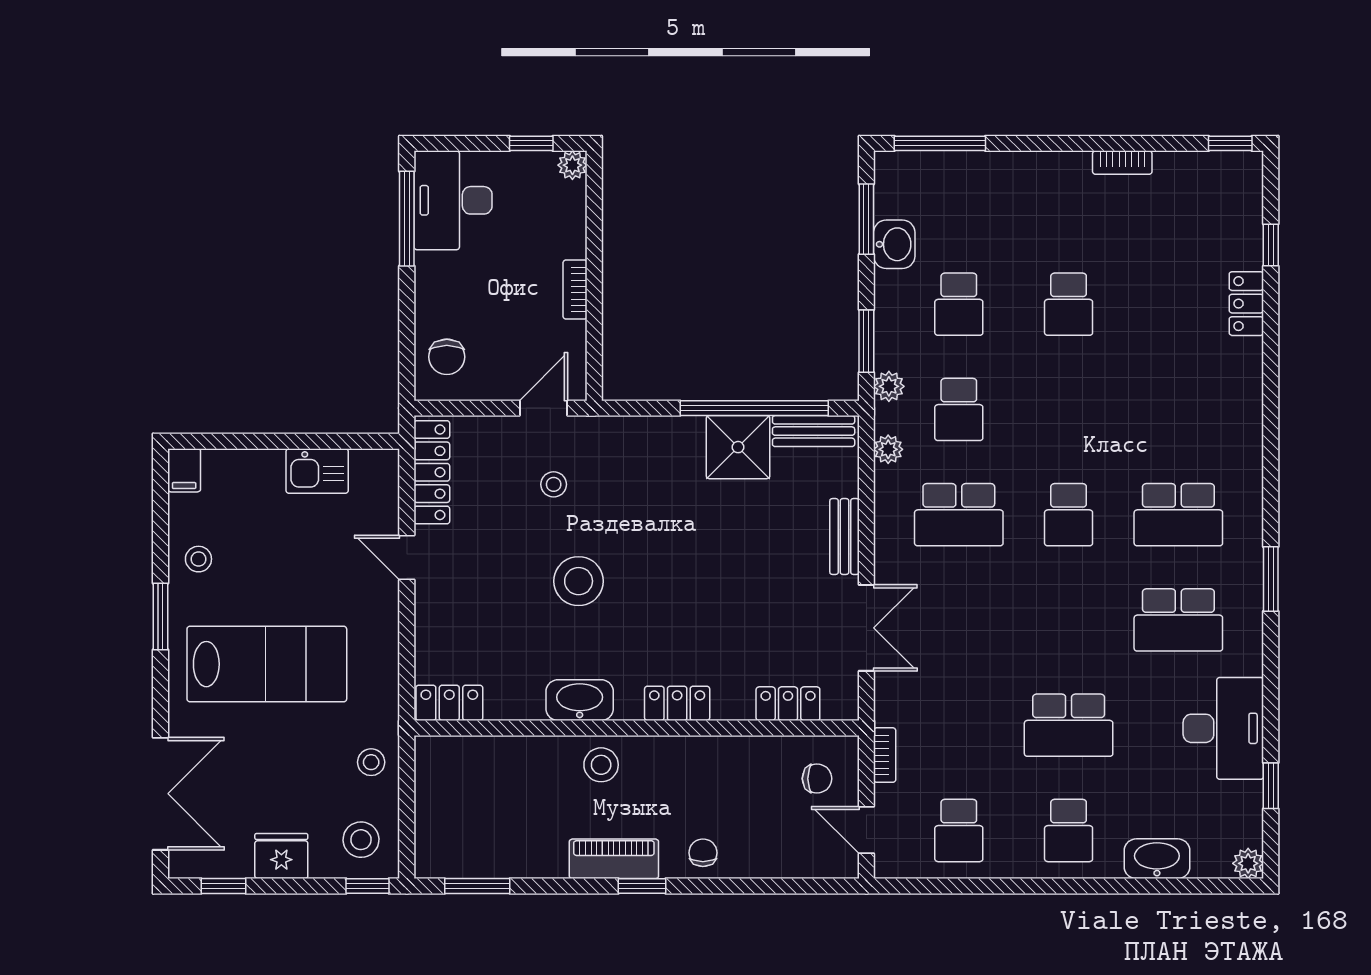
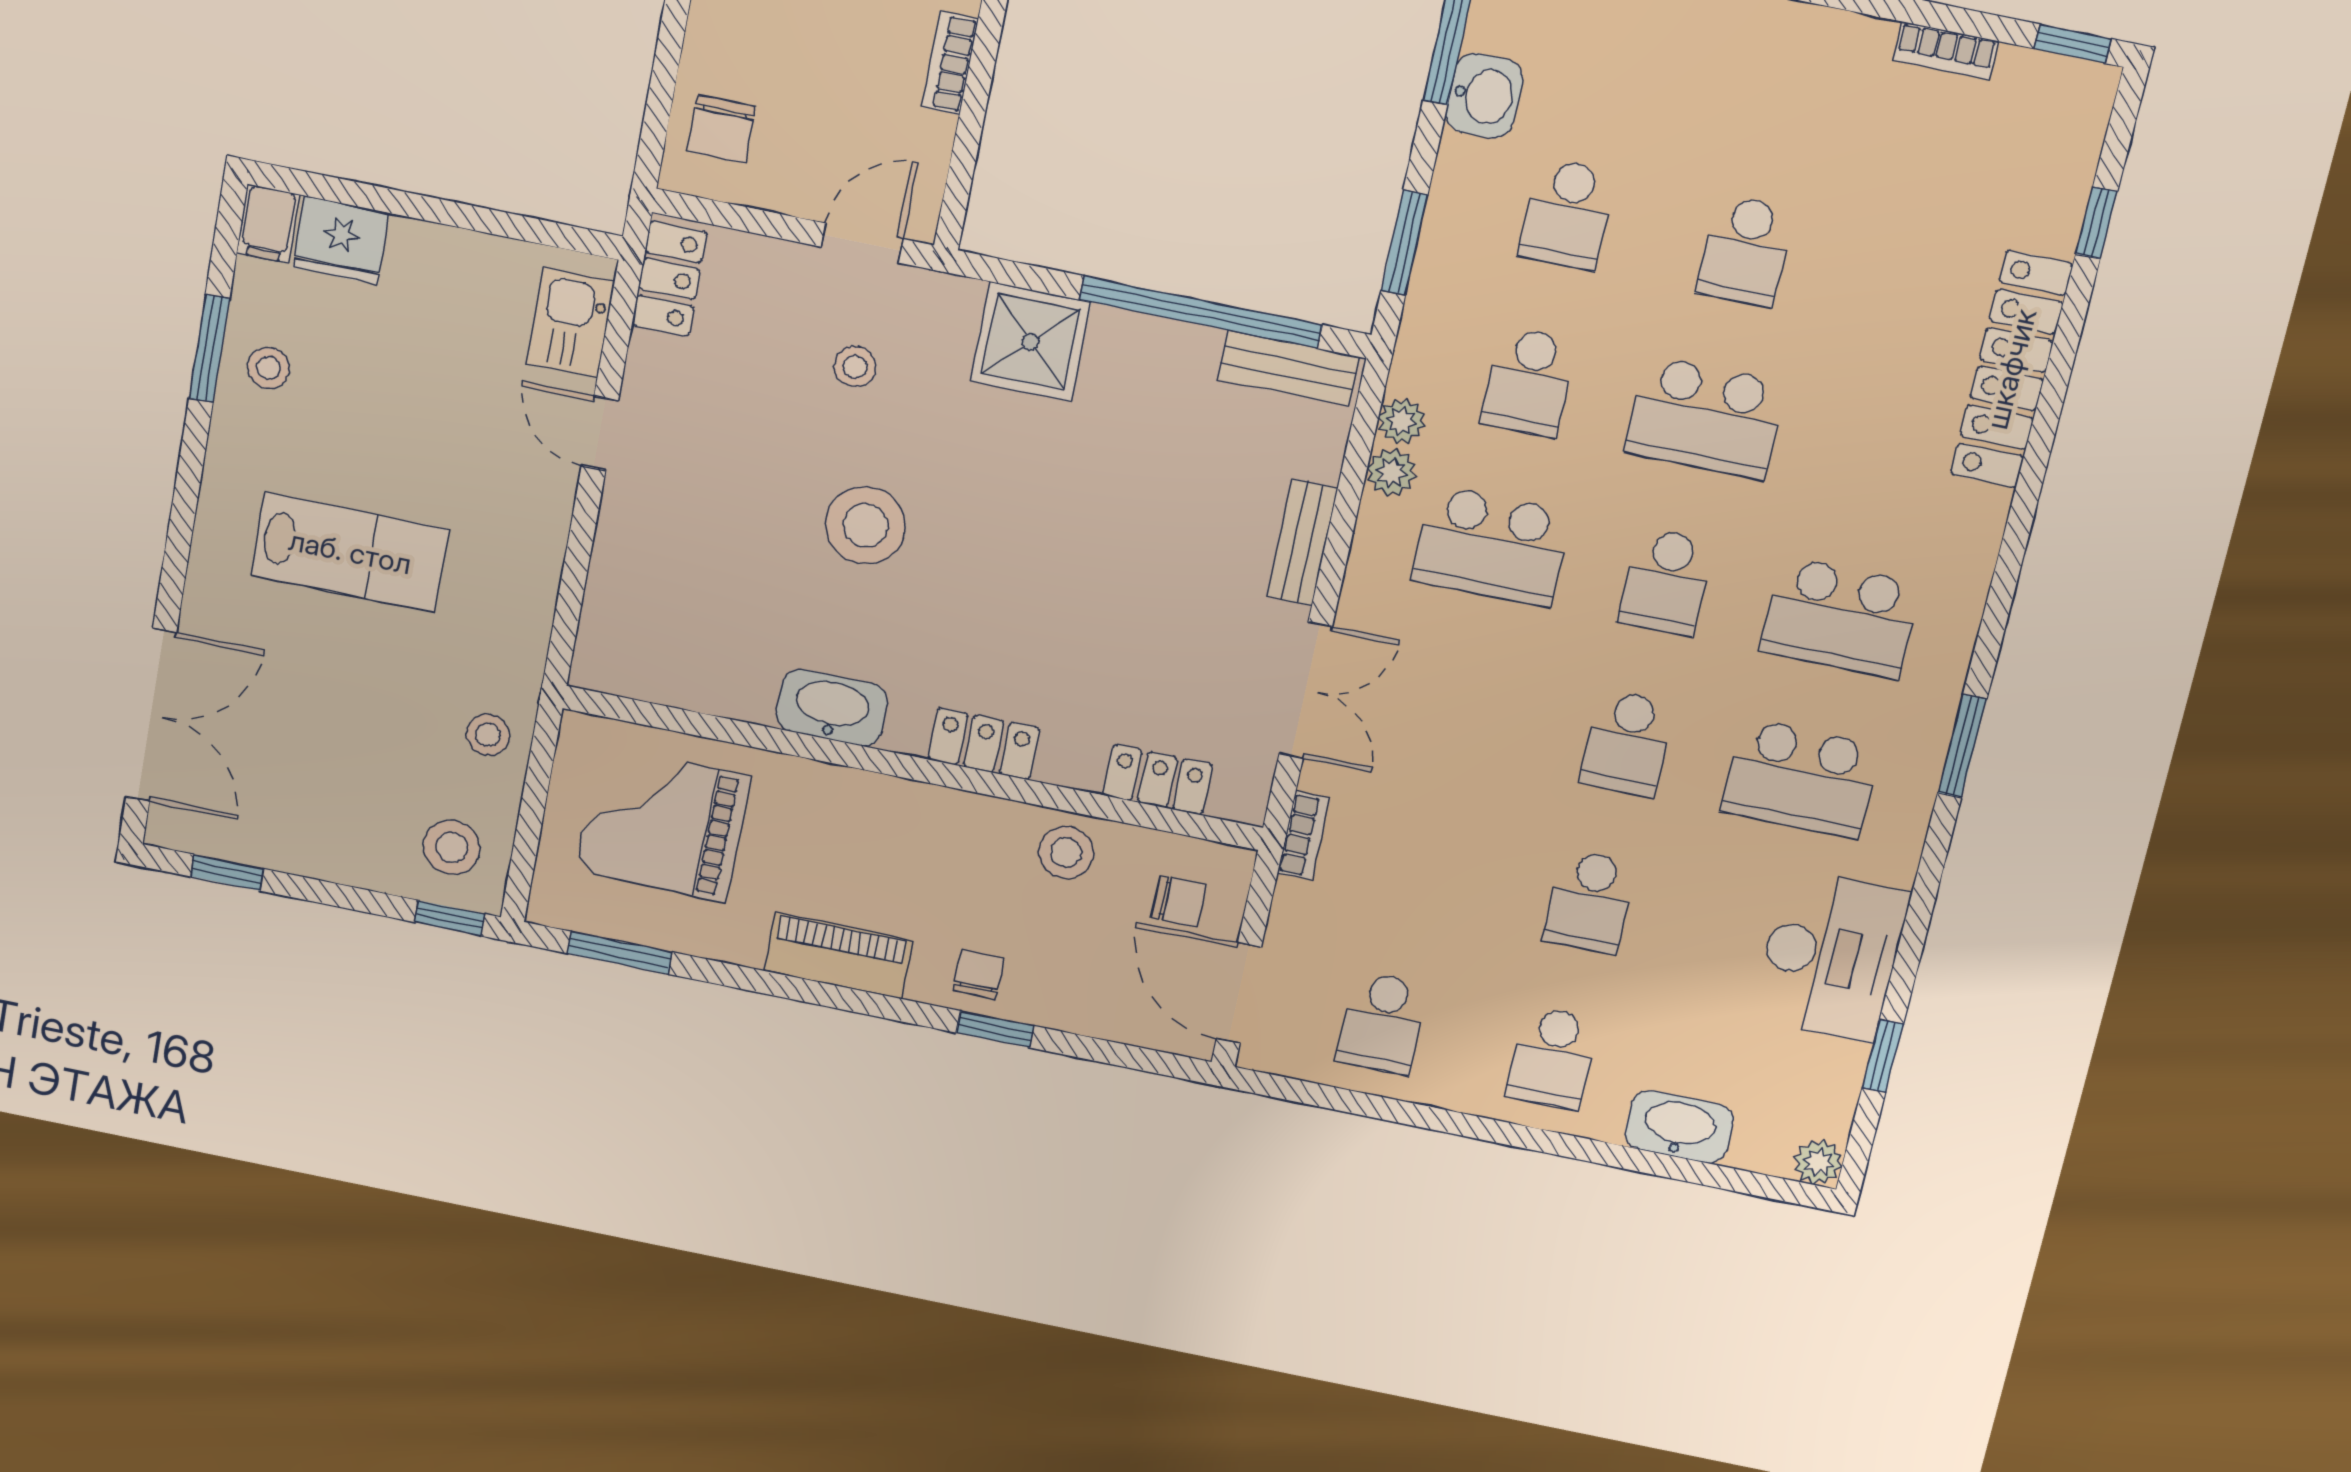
bookcase: (1122, 163) -> (1946, 51), moved
locker: (1246, 304) -> (2011, 369), width x2.16, depth x1.21
plant: (889, 386) -> (1391, 472), moved
school desk: (1069, 409) -> (1705, 418), added
shower: (738, 447) -> (1031, 342), moved
kitchen sink: (317, 471) -> (570, 323), moved, turned 90
locker: (432, 472) -> (669, 279), width x0.66
window: (160, 616) -> (209, 348), moved
school desk: (1069, 620) -> (1627, 743), added
lab bench: (267, 664) -> (350, 552), width x0.73, depth x0.72
locker: (449, 703) -> (626, 670), removed
school desk: (1069, 725) -> (1590, 902), width x0.54
bookcase: (885, 755) -> (1304, 836), moved
stool: (601, 765) -> (1066, 852), moved
grand piano: (489, 796) -> (662, 823), added
door: (866, 830) -> (1239, 993), width x1.38
fridge: (281, 856) -> (341, 240), moved, turned 180
window: (642, 886) -> (995, 1029), moved

